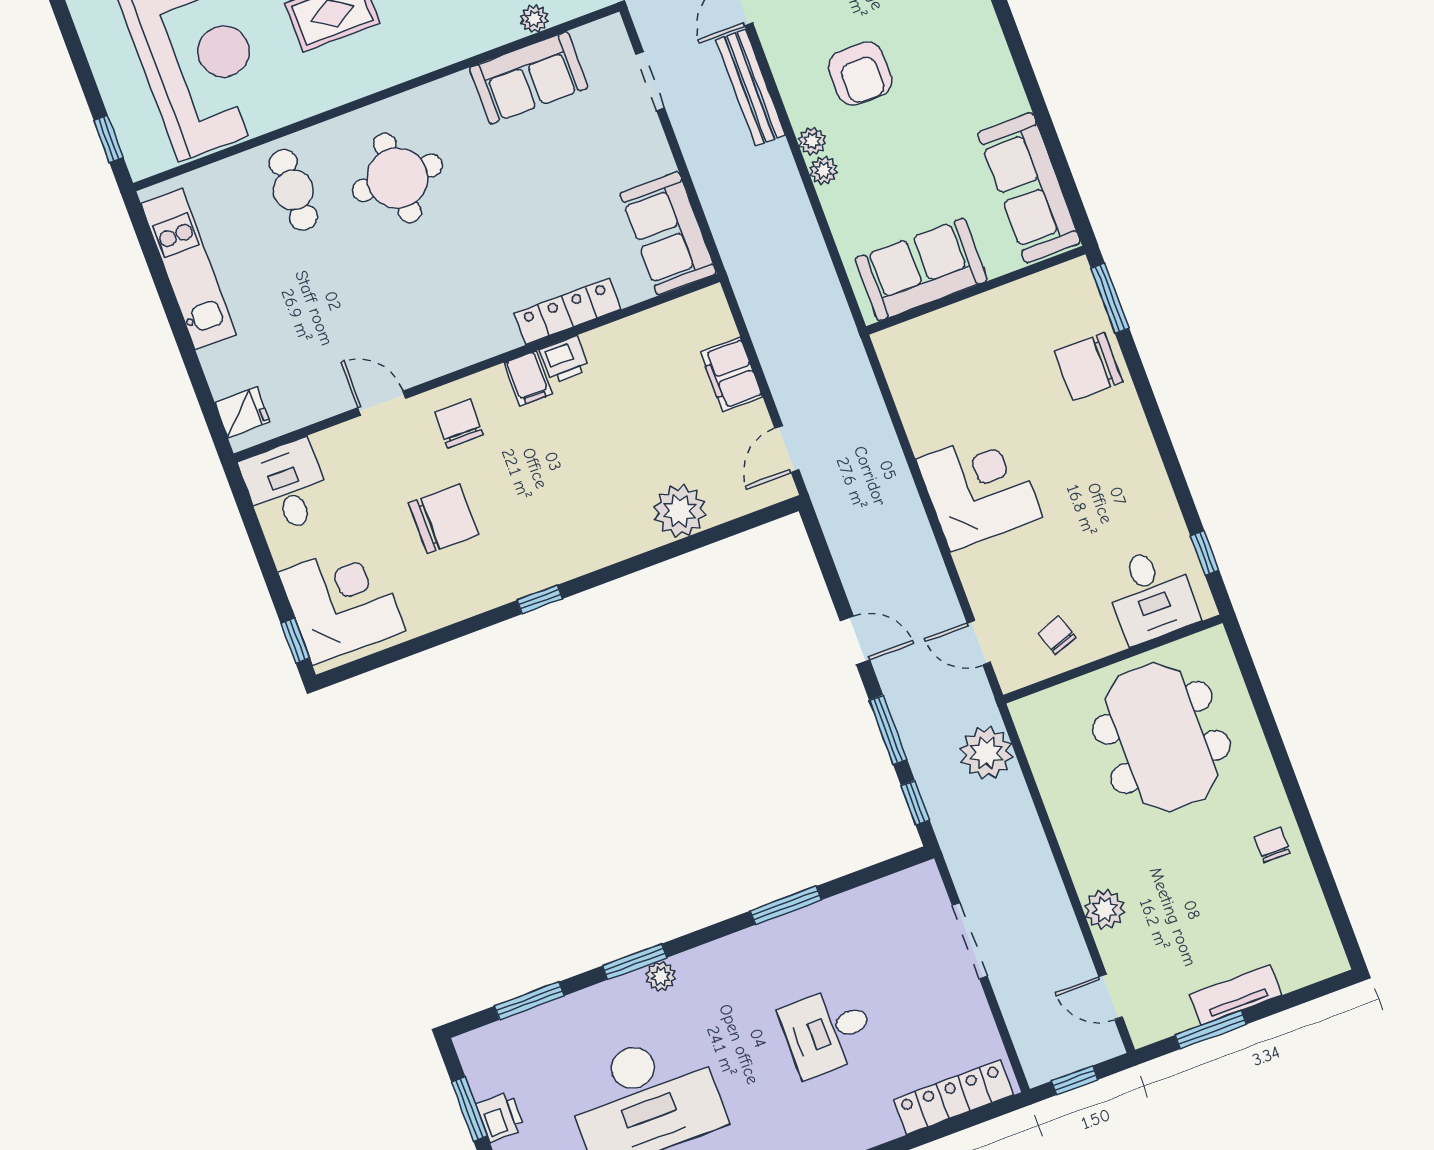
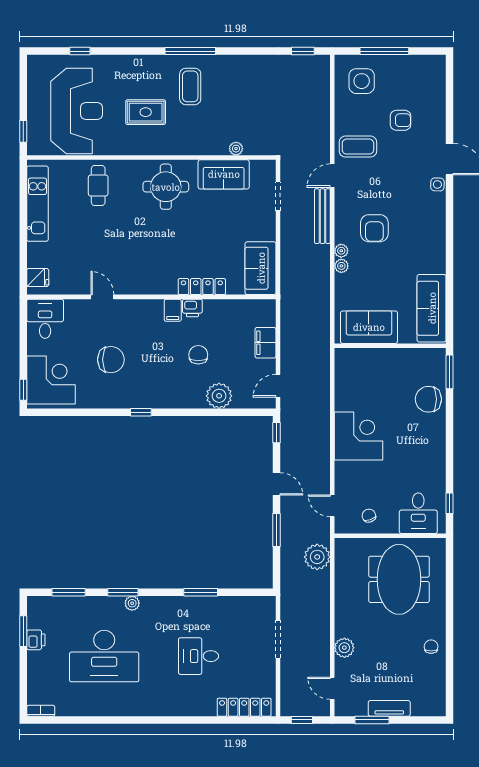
round table: (397, 178) -> (166, 187), moved
chair: (459, 424) -> (198, 355), moved
window: (915, 803) -> (277, 433), moved

